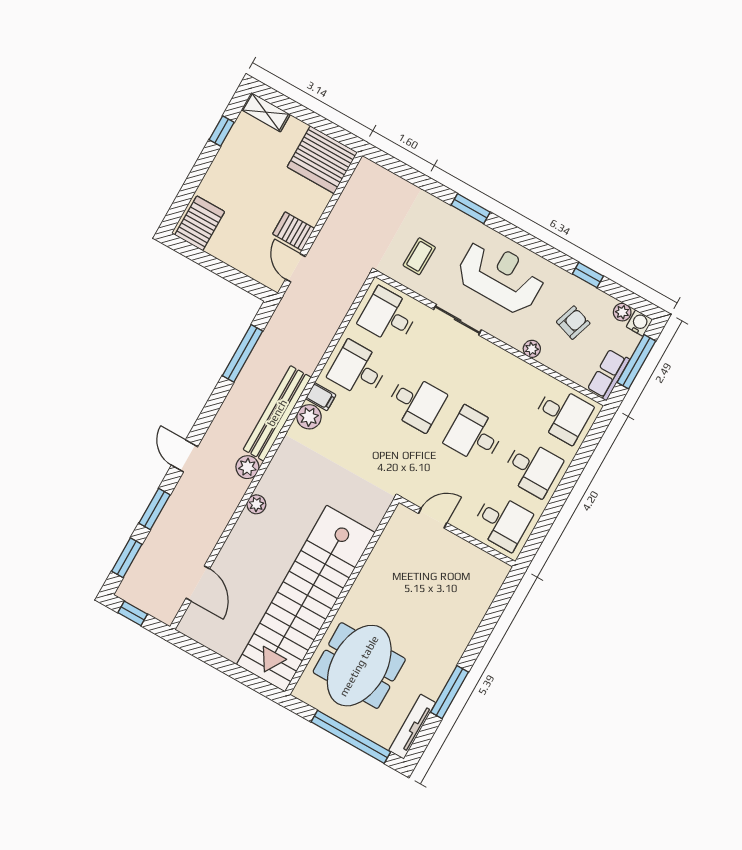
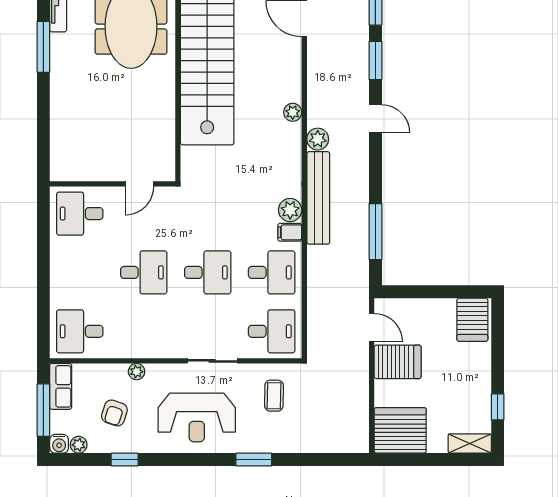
server rack: (294, 231) -> (398, 362), width x1.36, depth x1.44
desk: (416, 402) -> (208, 272), turned 180
desk: (532, 468) -> (80, 272), removed

